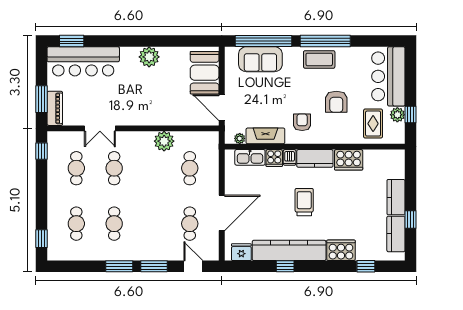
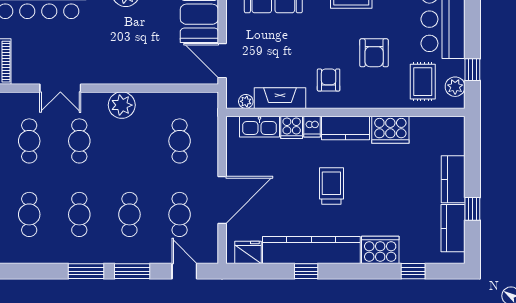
plant: (397, 115) -> (455, 87), moved
plant: (164, 141) -> (122, 105), moved
cafe table: (152, 224) -> (129, 214), added

